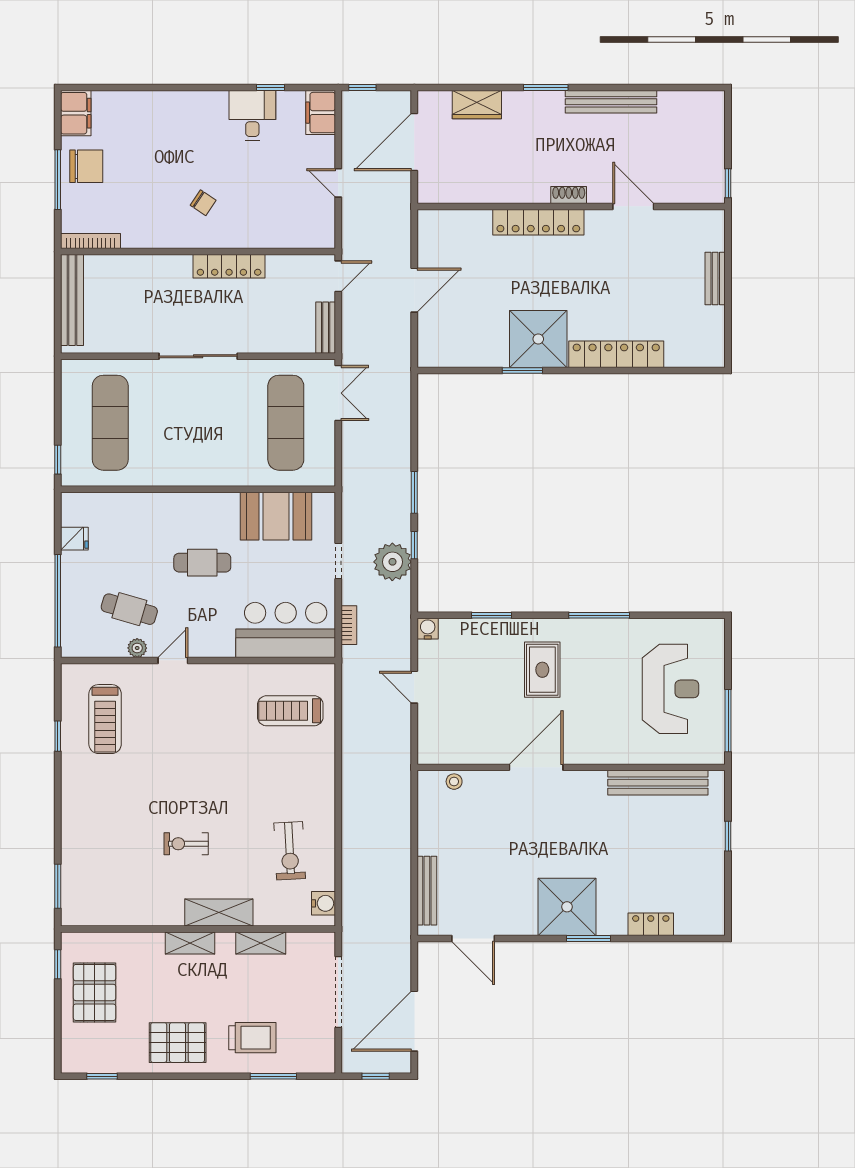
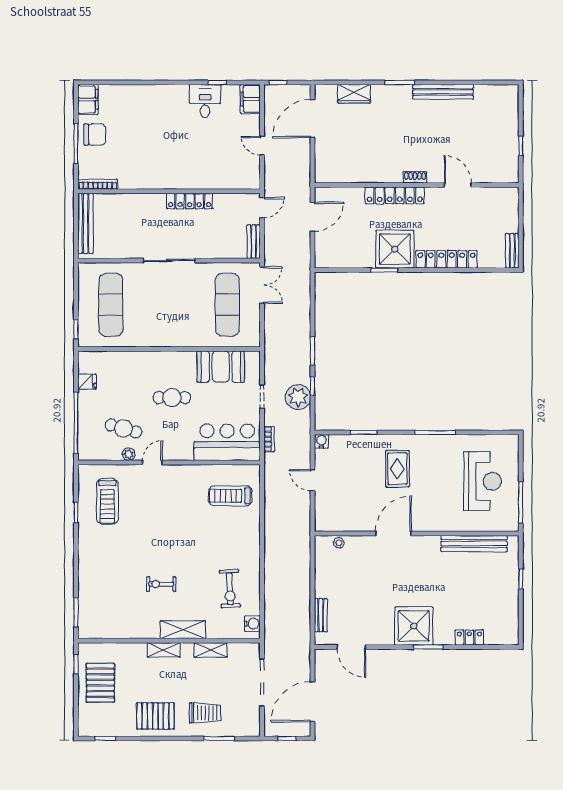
shoe rack: (569, 195) -> (415, 177), moved
chair: (203, 203) -> (172, 159), removed
wall: (571, 206) -> (417, 185), moved
door: (633, 206) -> (458, 185), moved
locker: (538, 222) -> (395, 195), moved
bench: (715, 279) -> (512, 251), moved
bench: (427, 891) -> (321, 615), width x0.73

